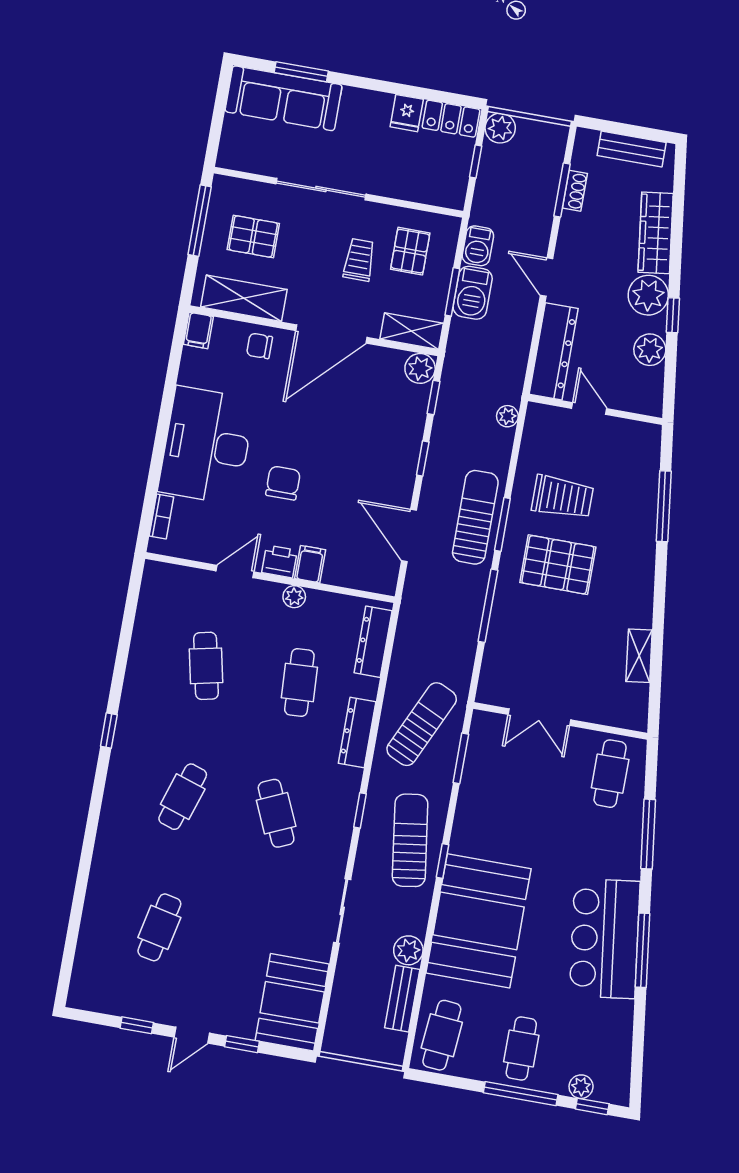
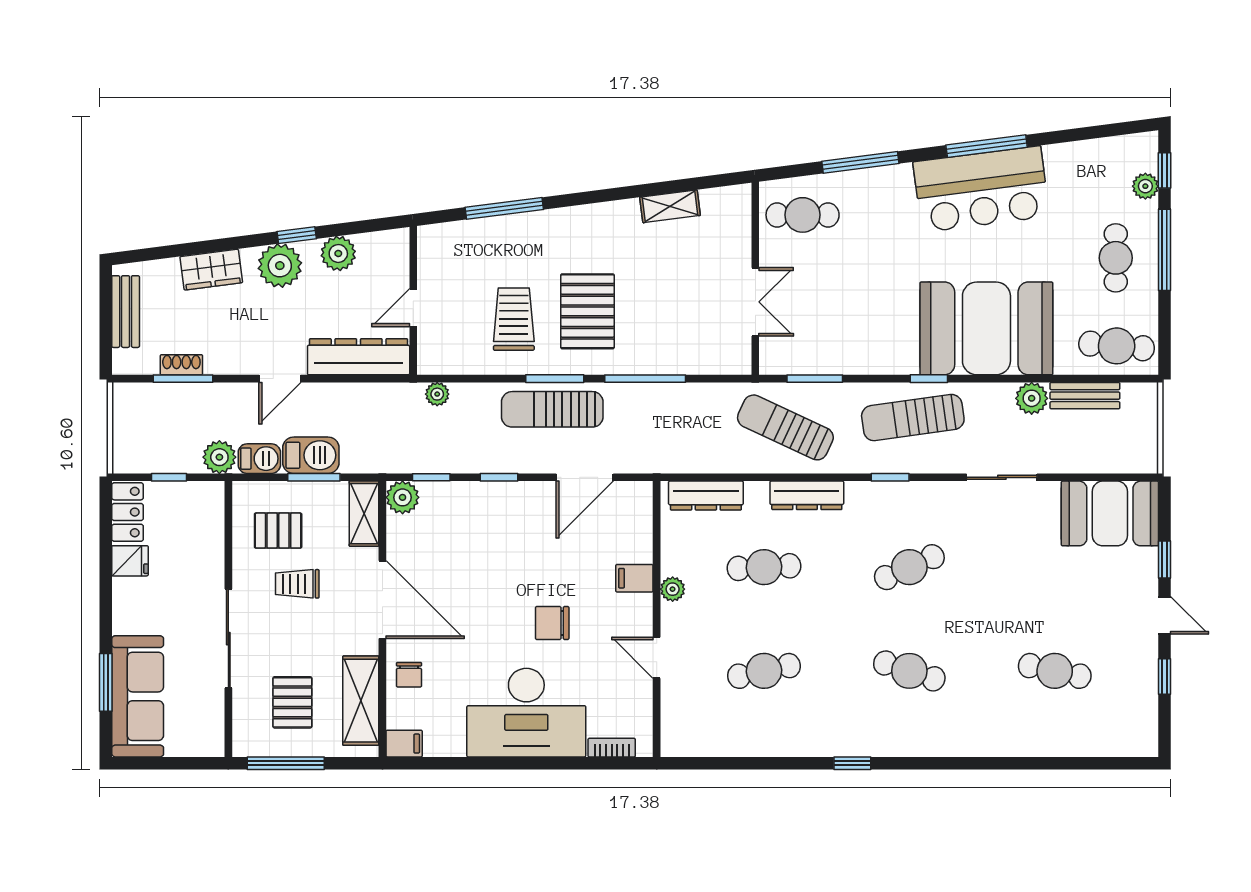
plant: (500, 128) -> (219, 457), moved
wardrobe: (656, 233) -> (211, 270), width x0.67
printer: (280, 561) -> (637, 612), removed
cafe table: (521, 1049) -> (1116, 258), turned 90

